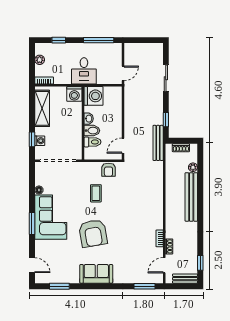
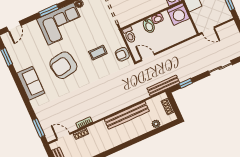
toilet: (92, 142) -> (129, 35), moved
bench: (191, 197) -> (127, 115), moved

